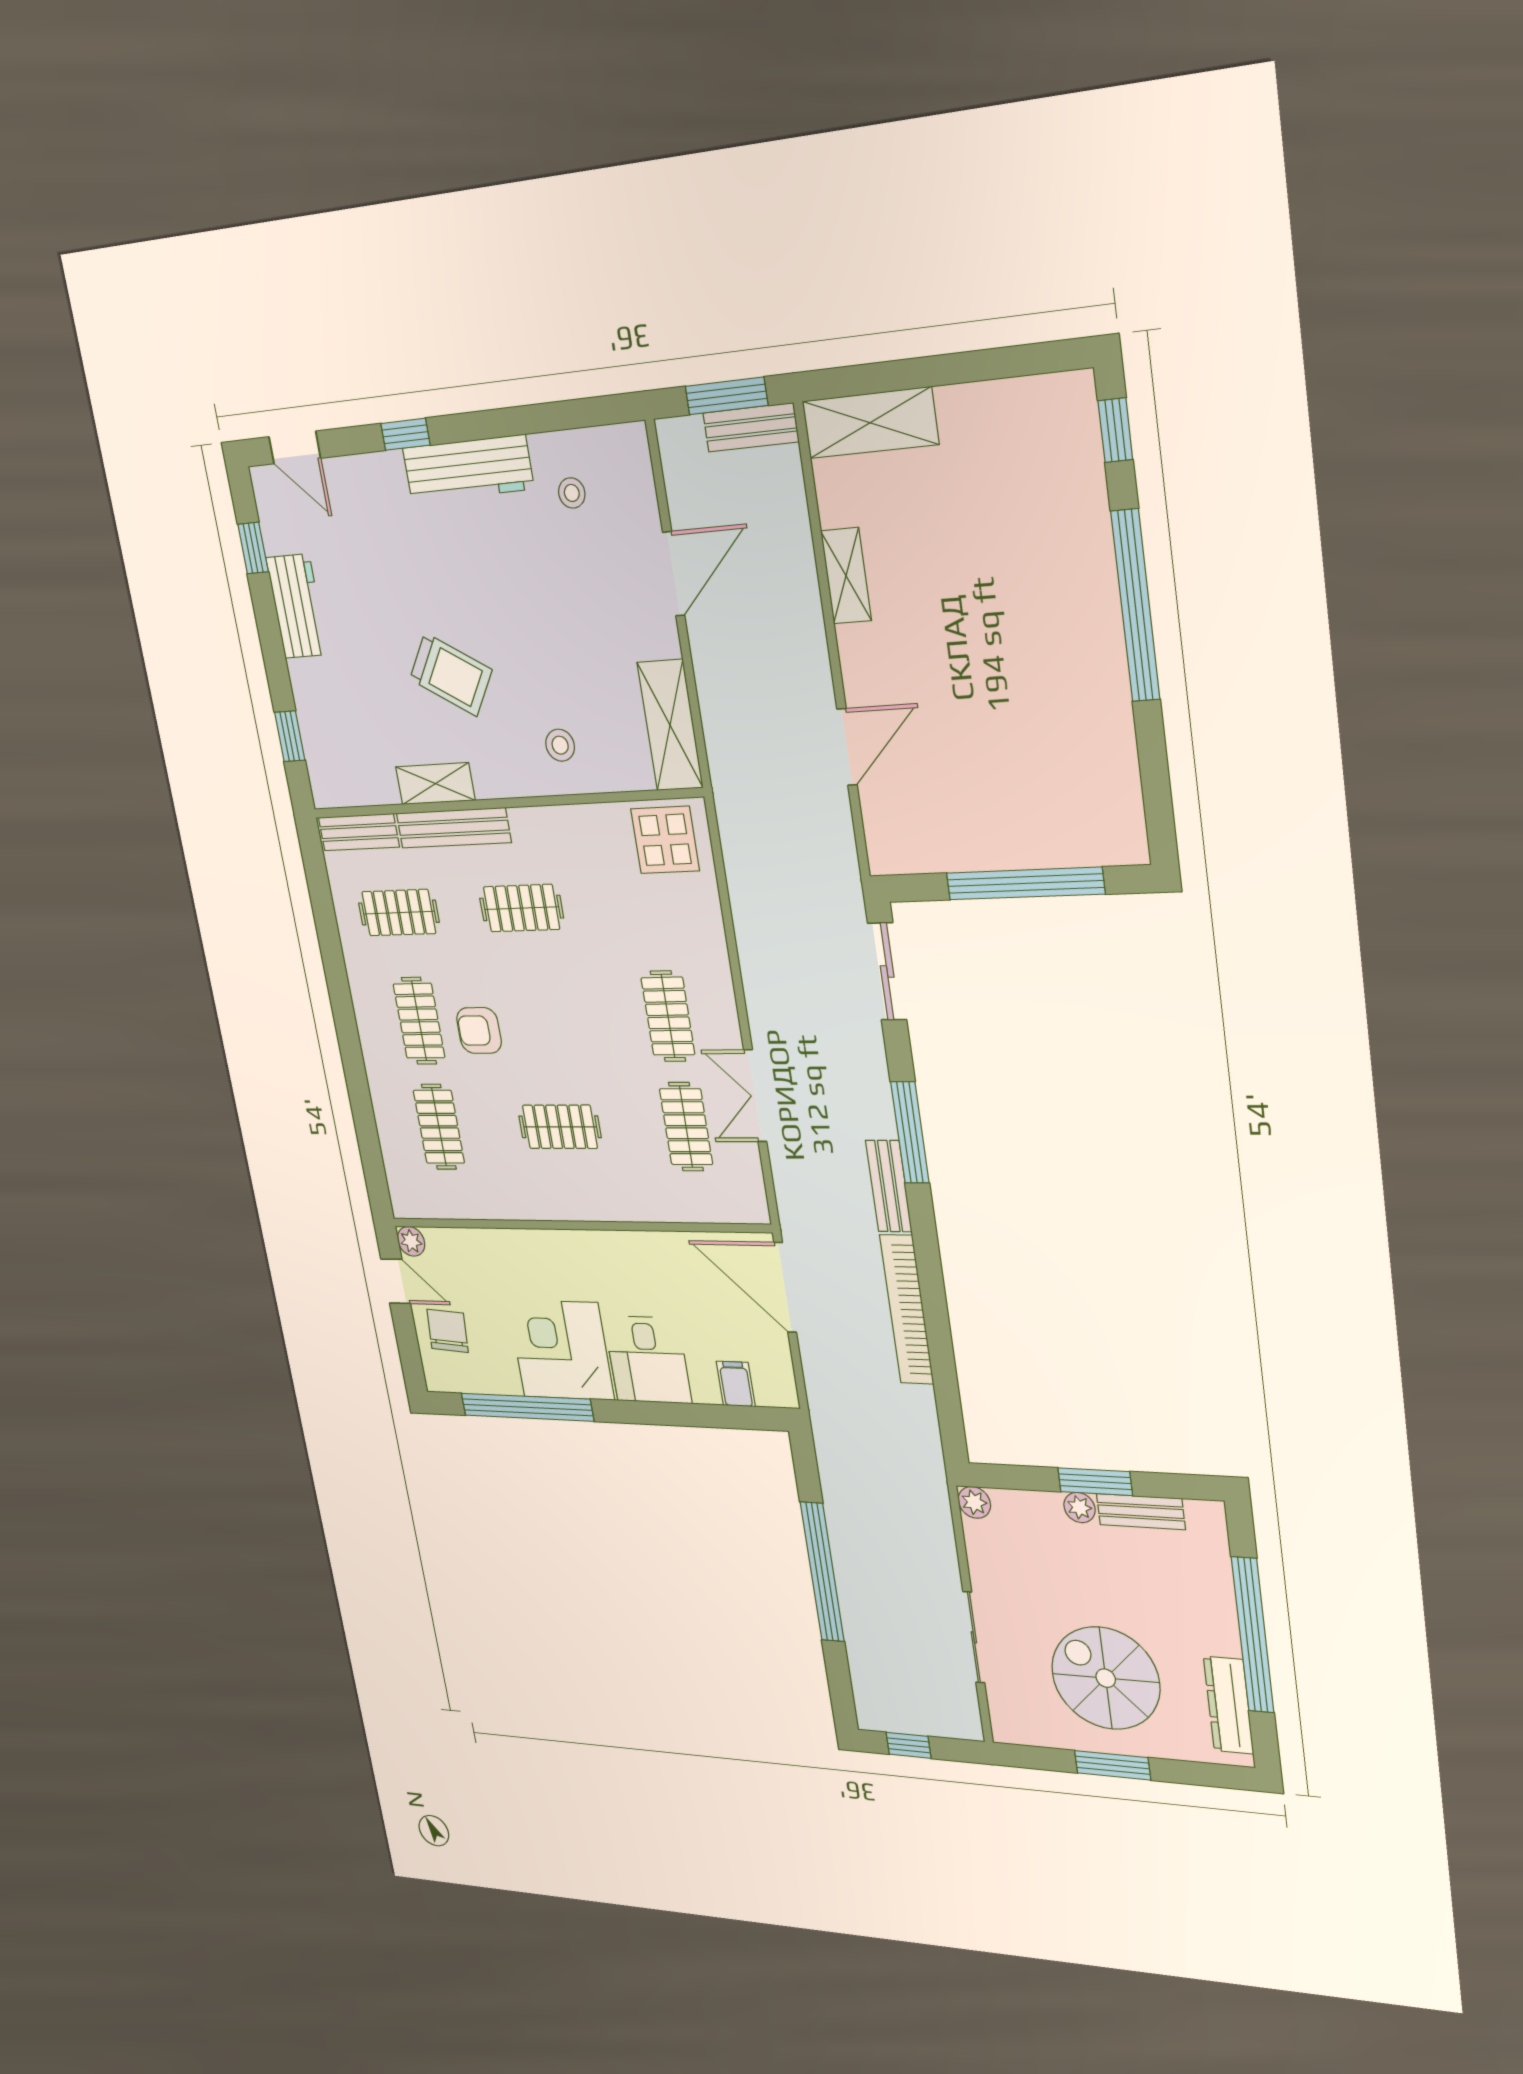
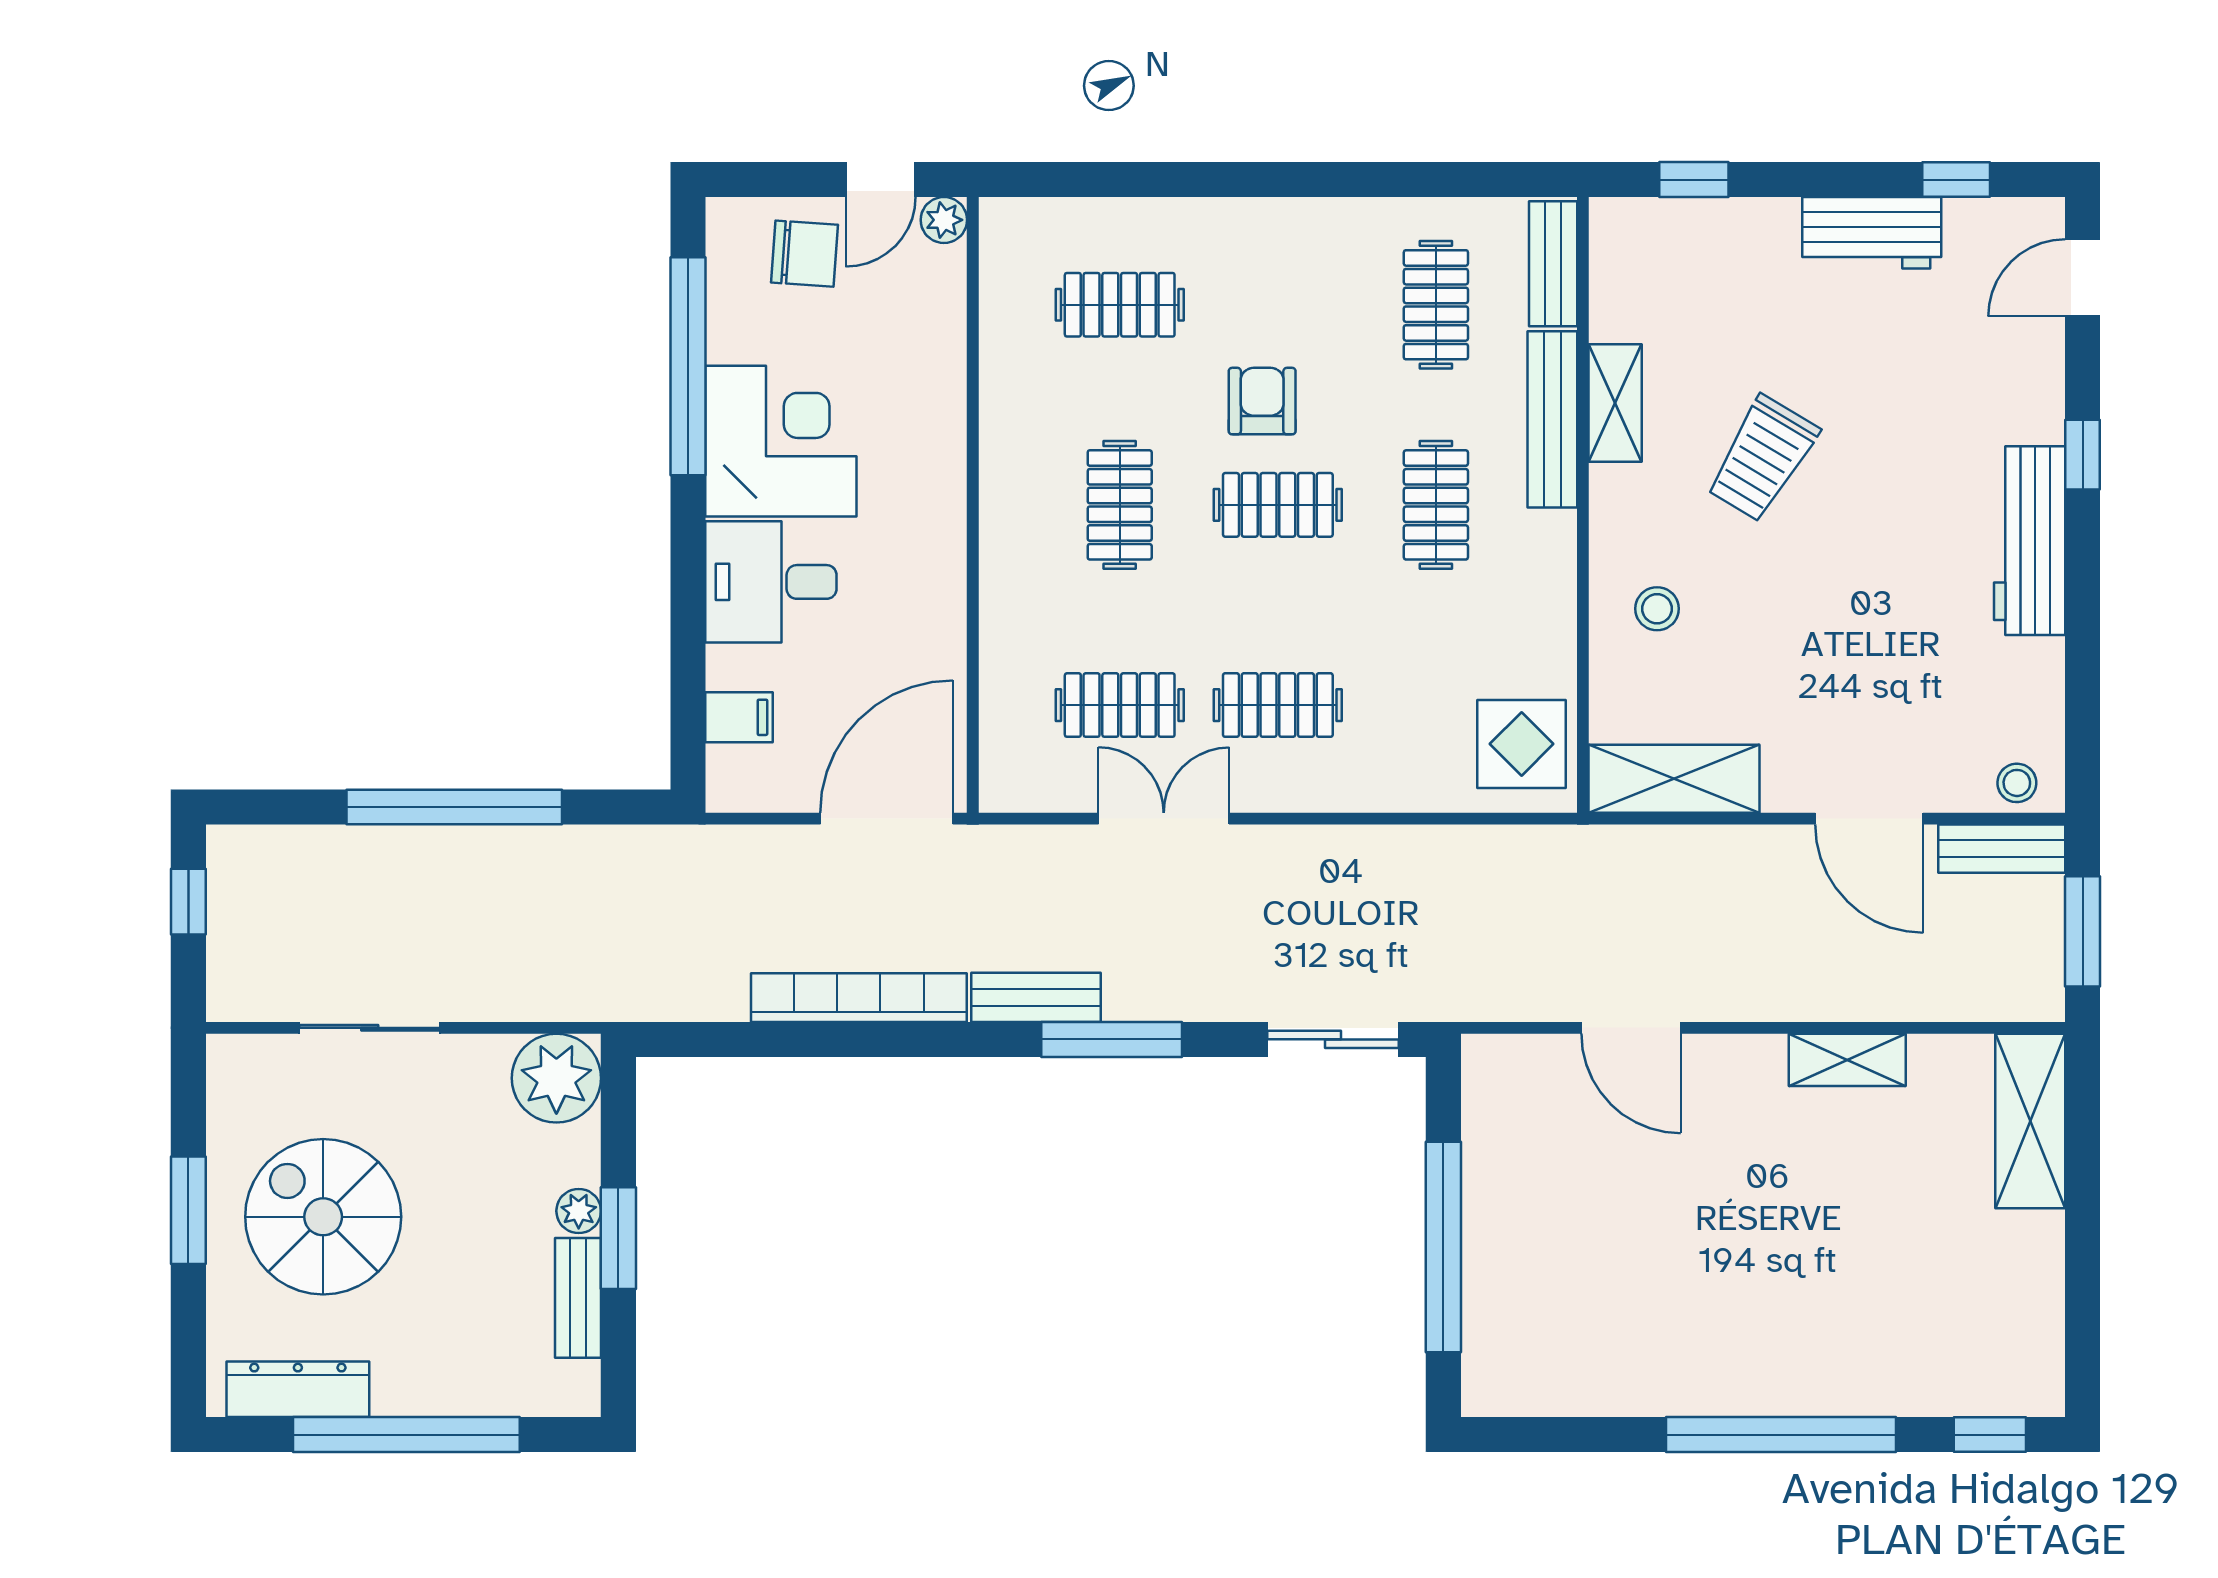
bench: (751, 427) -> (2002, 849), moved, turned 90
stool: (572, 493) -> (2017, 783), moved
clothes rail: (419, 1021) -> (1278, 505), moved
plant: (974, 1502) -> (556, 1078), width x1.88, depth x1.88
spiral stairs: (1106, 1678) -> (323, 1217), turned -90

